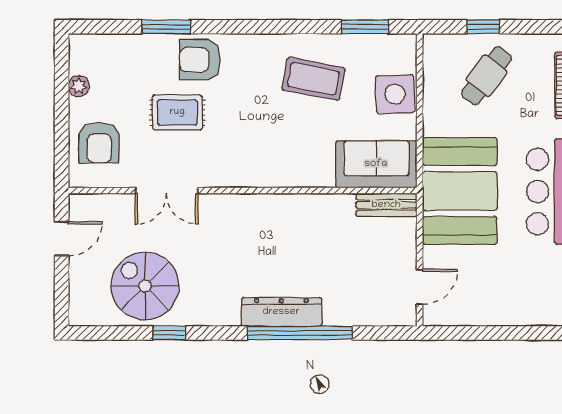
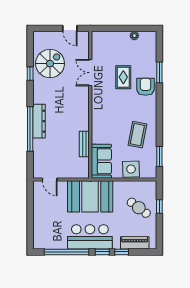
armchair: (99, 143) -> (111, 44), removed
bench: (386, 205) -> (84, 144), moved

